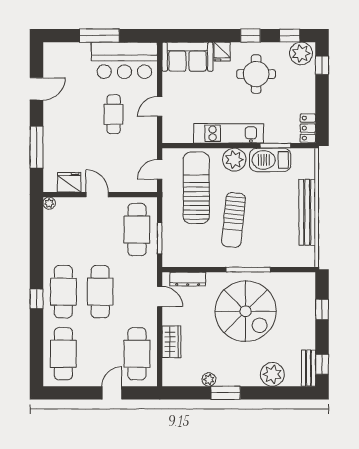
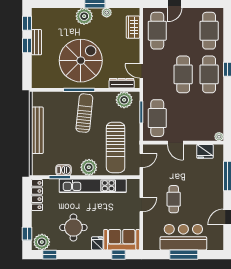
window: (250, 36) -> (119, 255), moved
bar counter: (124, 60) -> (183, 237), moved
locker: (308, 128) -> (37, 195), width x1.53
kitchen unit: (229, 133) -> (93, 186), width x1.36
barbecue: (270, 160) -> (64, 170), width x0.53, depth x0.65
door: (97, 195) -> (175, 143), moved
sun lounger: (234, 220) -> (84, 113), moved
plant: (184, 255) -> (124, 100), added
window: (322, 309) -> (27, 45), moved
spiral stairs: (246, 311) -> (81, 61), turned 90
wardrobe: (171, 342) -> (133, 27), moved
bench: (309, 368) -> (37, 42), moved
plant: (272, 374) -> (84, 16), moved

